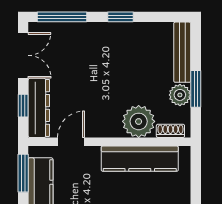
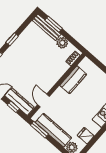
window: (196, 89) -> (54, 24), moved
plant: (139, 121) -> (59, 68), removed
kitchen counter: (140, 159) -> (73, 80), width x0.67

